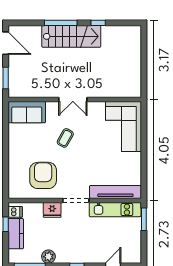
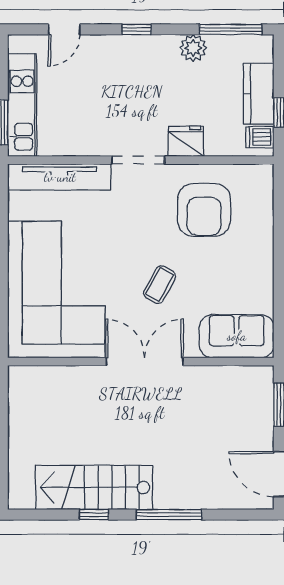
stairs: (71, 36) -> (94, 487), moved
double door: (73, 99) -> (144, 362), width x1.37
corner sofa: (123, 126) -> (56, 289), width x1.36, depth x1.36
kitchen unit: (115, 210) -> (22, 105), moved, turned 90

